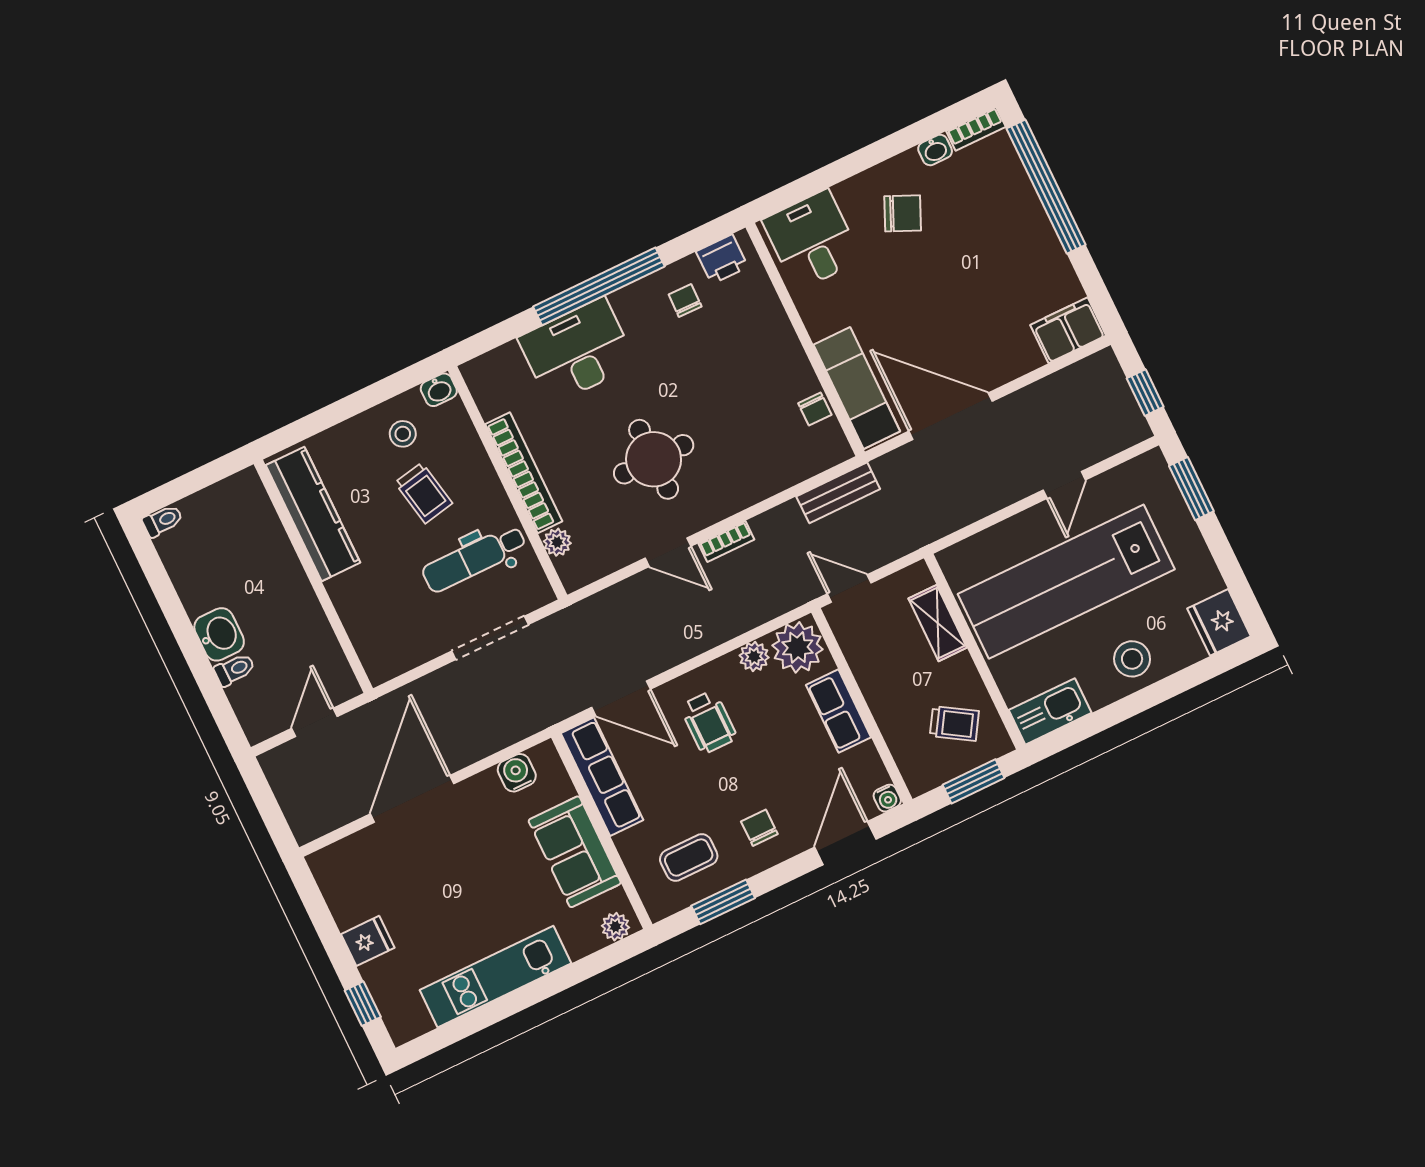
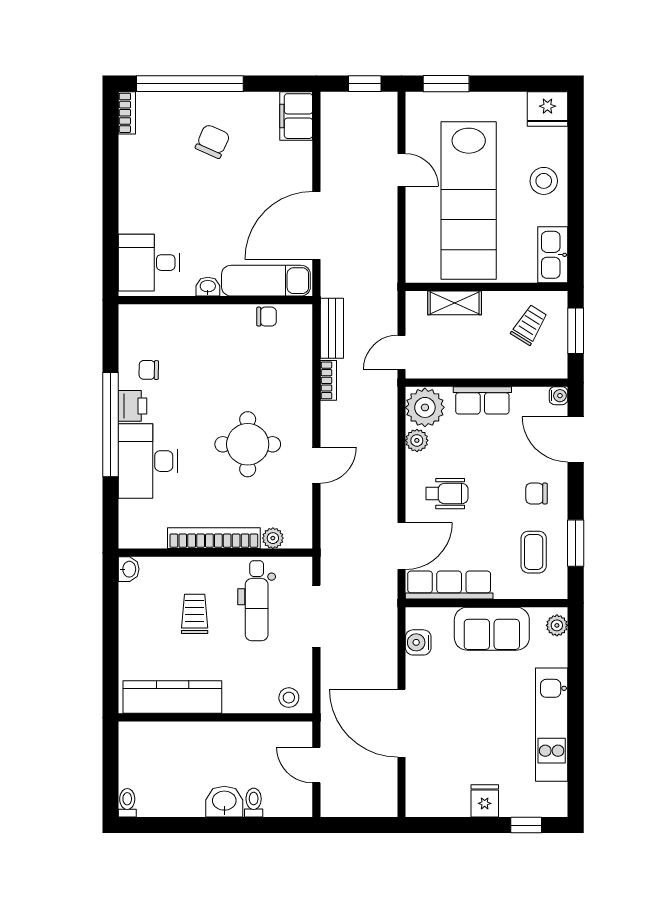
washbasin: (935, 150) -> (208, 287), moved, turned -90
chair: (903, 213) -> (213, 141), moved
printer: (722, 259) -> (133, 406), moved
stool: (403, 434) -> (289, 698), moved
trolley: (424, 493) -> (195, 614), turned -79
bookcase: (726, 542) -> (328, 380), moved

